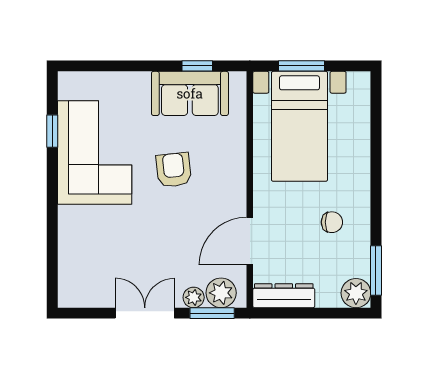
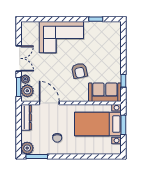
sofa: (190, 93) -> (105, 92), moved, turned 90
corner sofa: (95, 152) -> (61, 37), moved
armchair: (174, 170) -> (79, 71), turned 84

